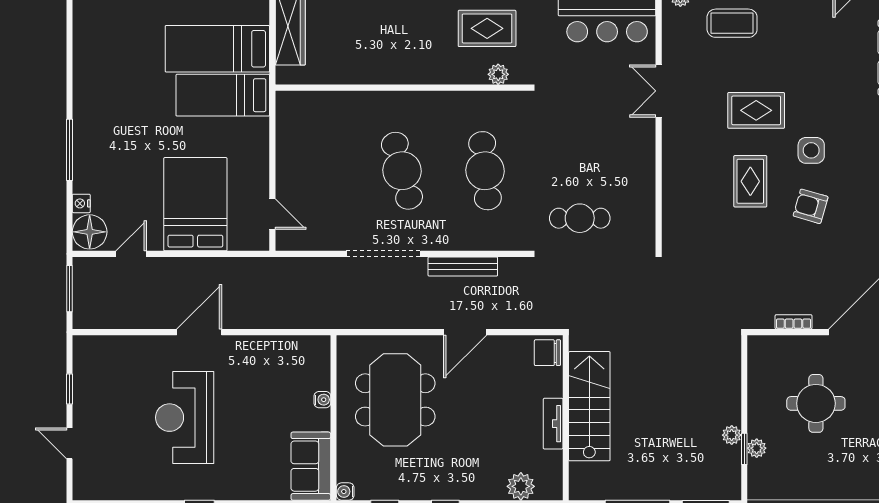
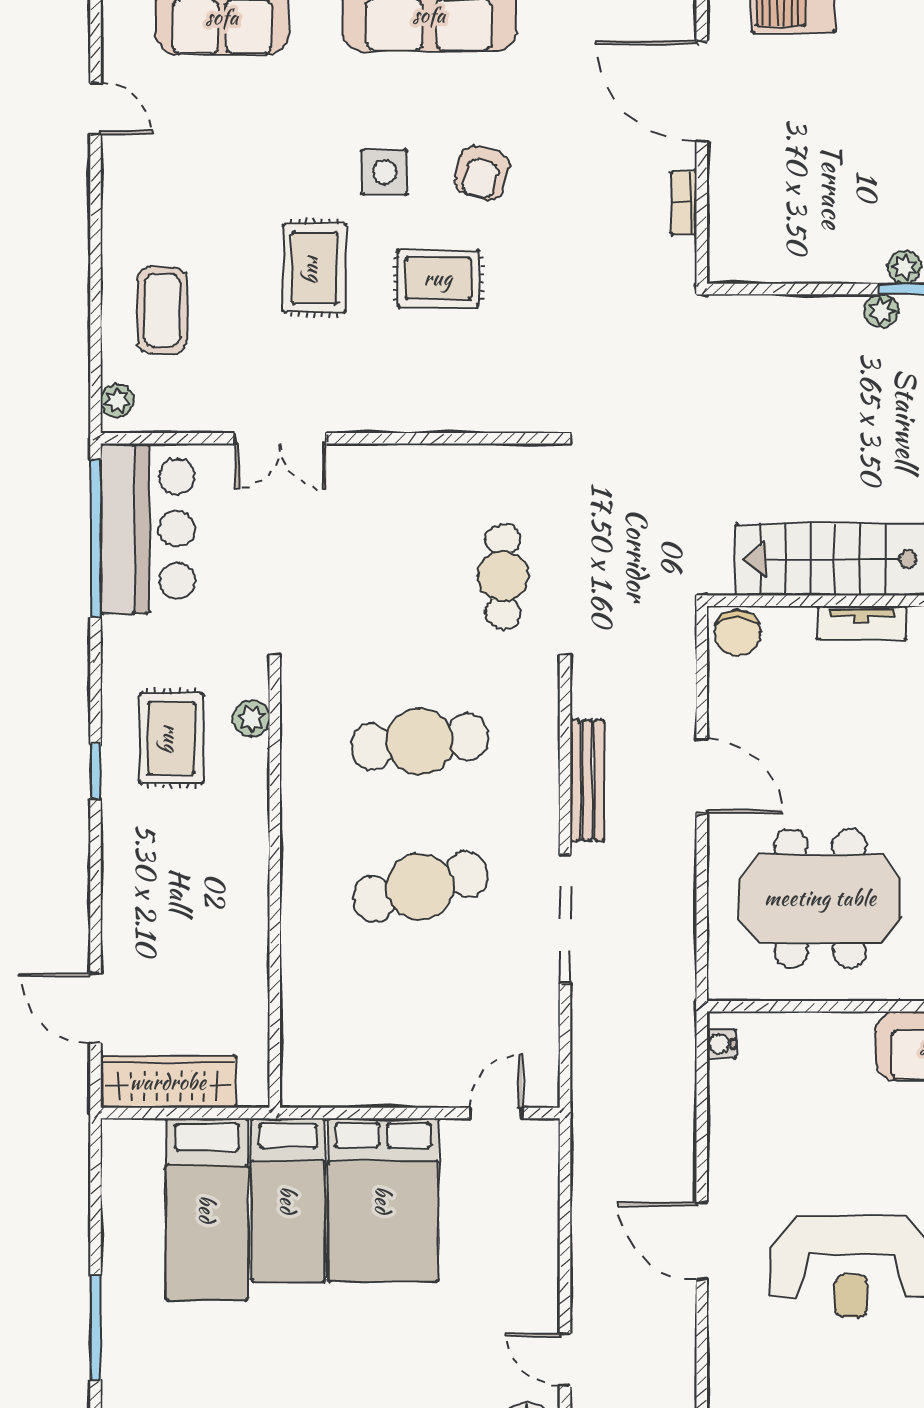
bed: (195, 204) -> (383, 1200), moved, turned -90
water cooler: (322, 400) -> (721, 1044), moved, turned -90
round table: (816, 403) -> (826, 164), removed

